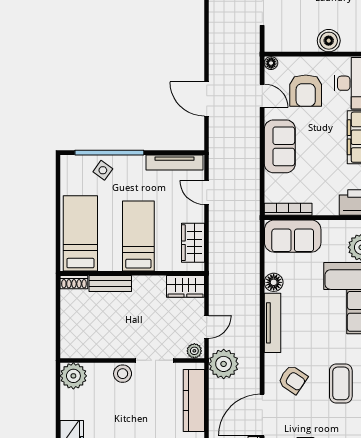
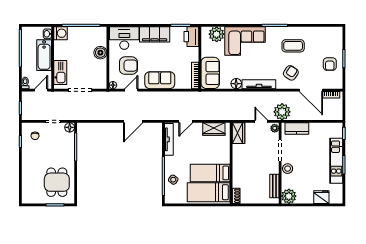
bed: (138, 236) -> (210, 173), moved
bench: (110, 284) -> (274, 186), moved
kitchen counter: (194, 401) -> (297, 128), width x0.67

